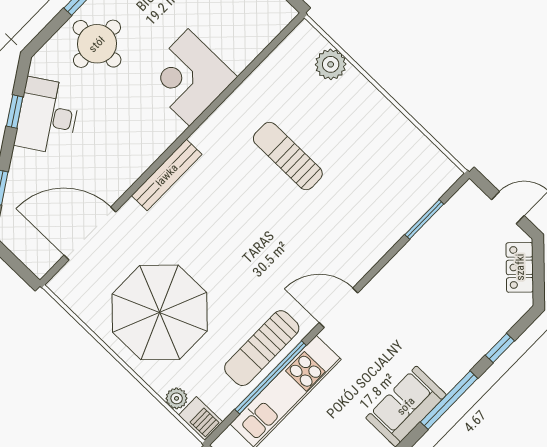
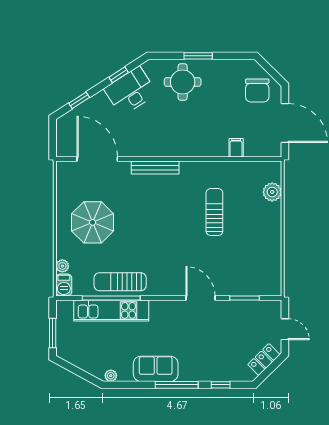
filing cabinet: (236, 56) -> (236, 148), added
corner desk: (189, 77) -> (207, 136), removed
door: (338, 308) -> (200, 298), moved
parasol: (160, 312) -> (93, 222), width x0.73, depth x0.73

